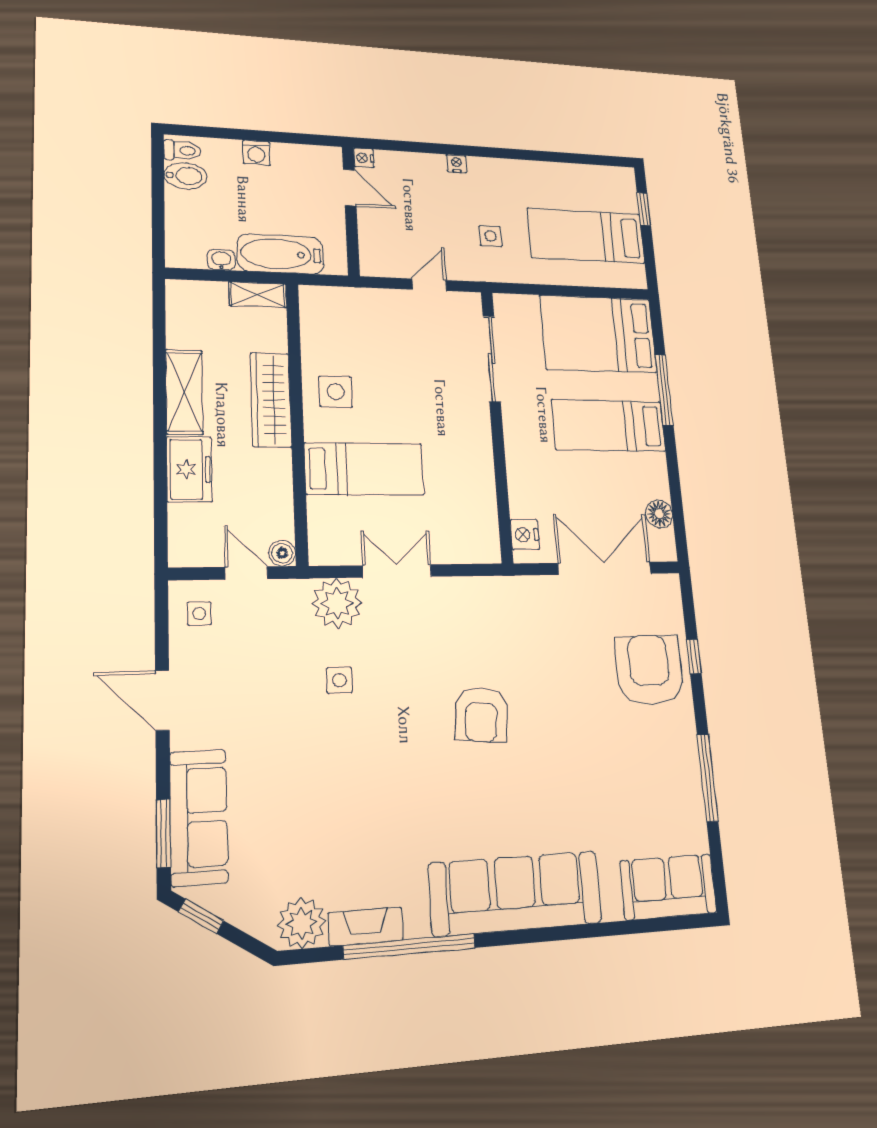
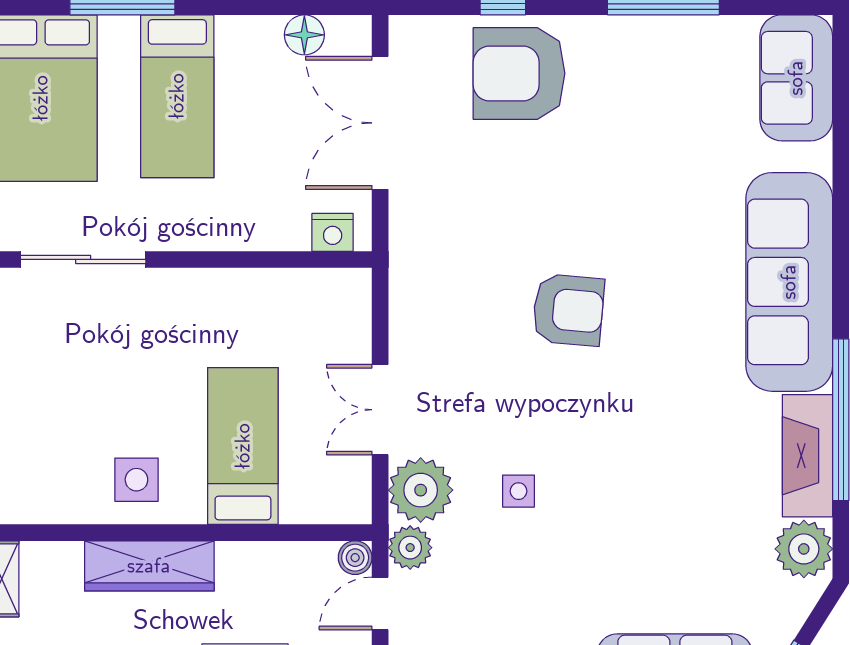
plant: (292, 596) -> (410, 548), added
fireplace: (366, 926) -> (808, 456), width x1.37, depth x1.32

